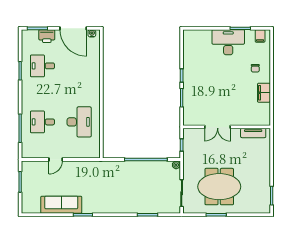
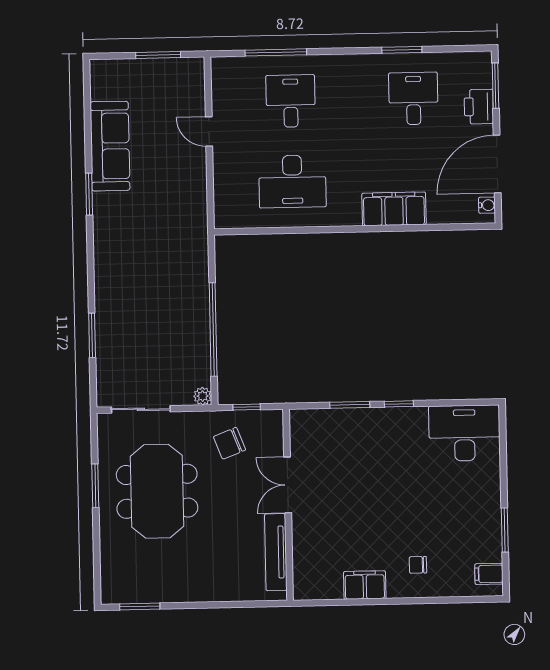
desk: (228, 42) -> (465, 433), moved, turned -90
filing cabinet: (93, 76) -> (394, 209), added
tv unit: (253, 133) -> (276, 552), width x1.41
chair: (198, 153) -> (229, 443), added

